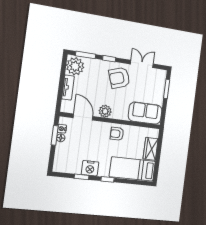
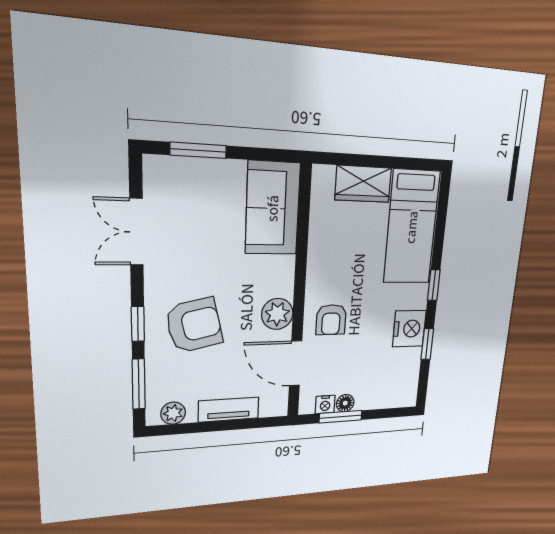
plant: (75, 66) -> (173, 413), width x0.53, depth x0.53
armchair: (119, 78) -> (194, 325), moved, turned -84
door: (83, 117) -> (295, 363), hinge flipped
armchair: (117, 134) -> (331, 320), moved

